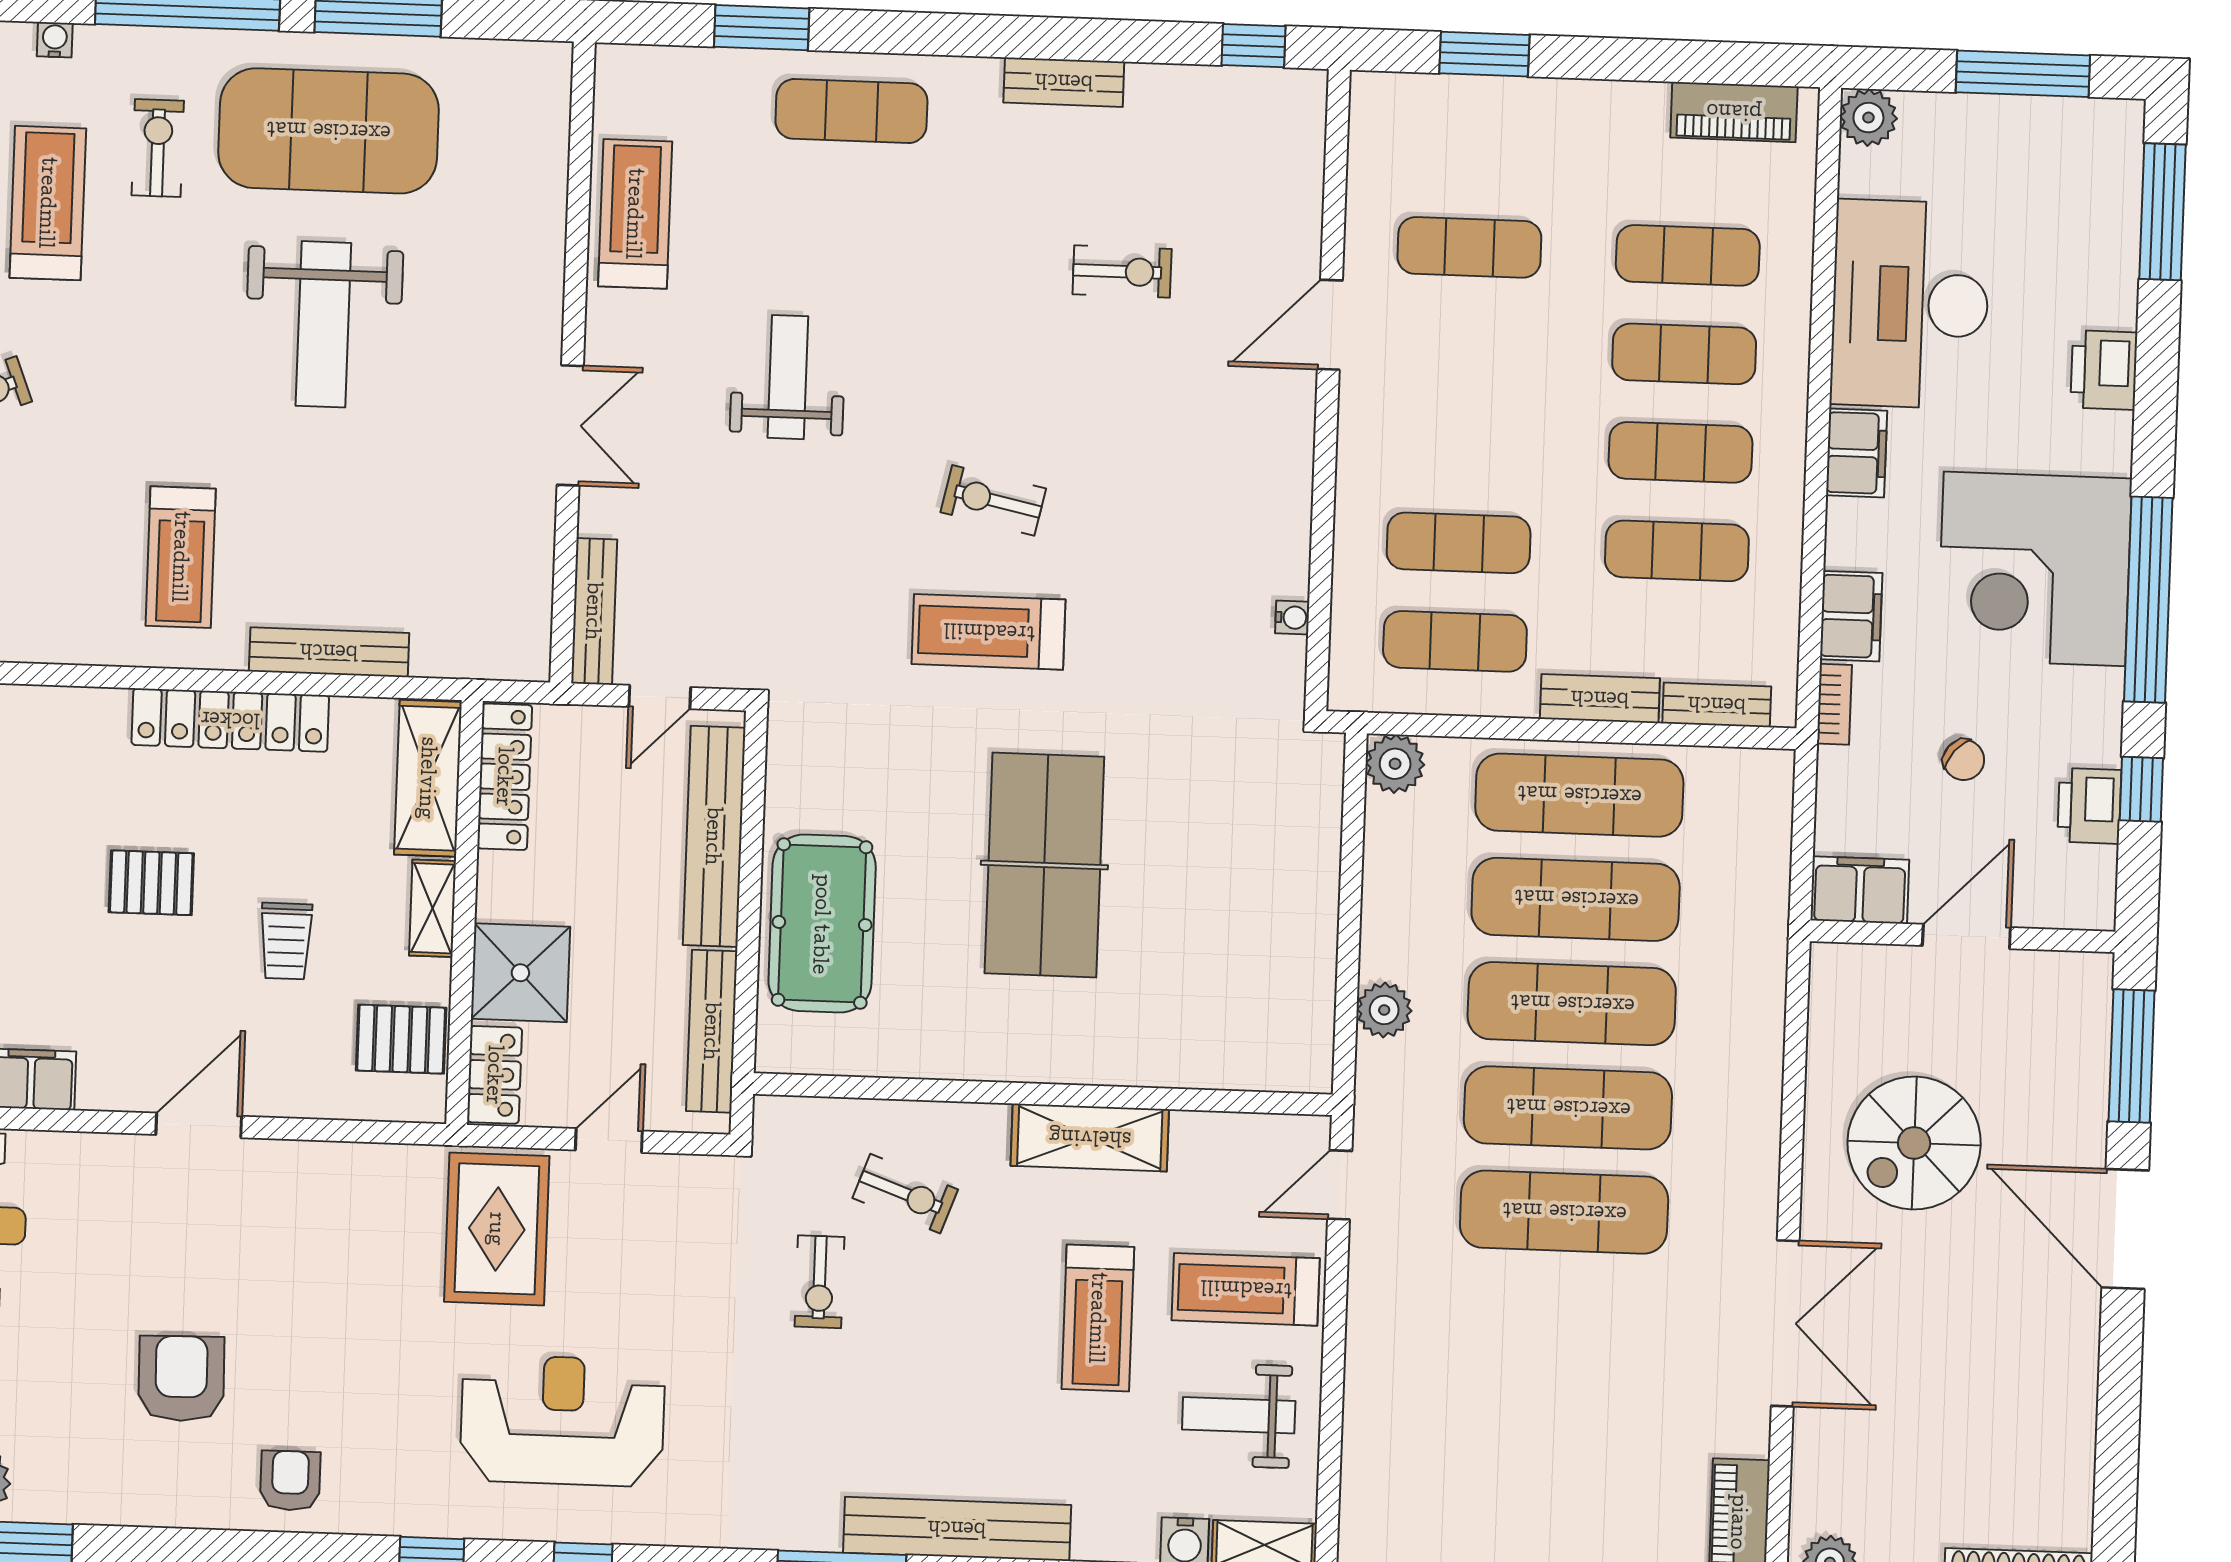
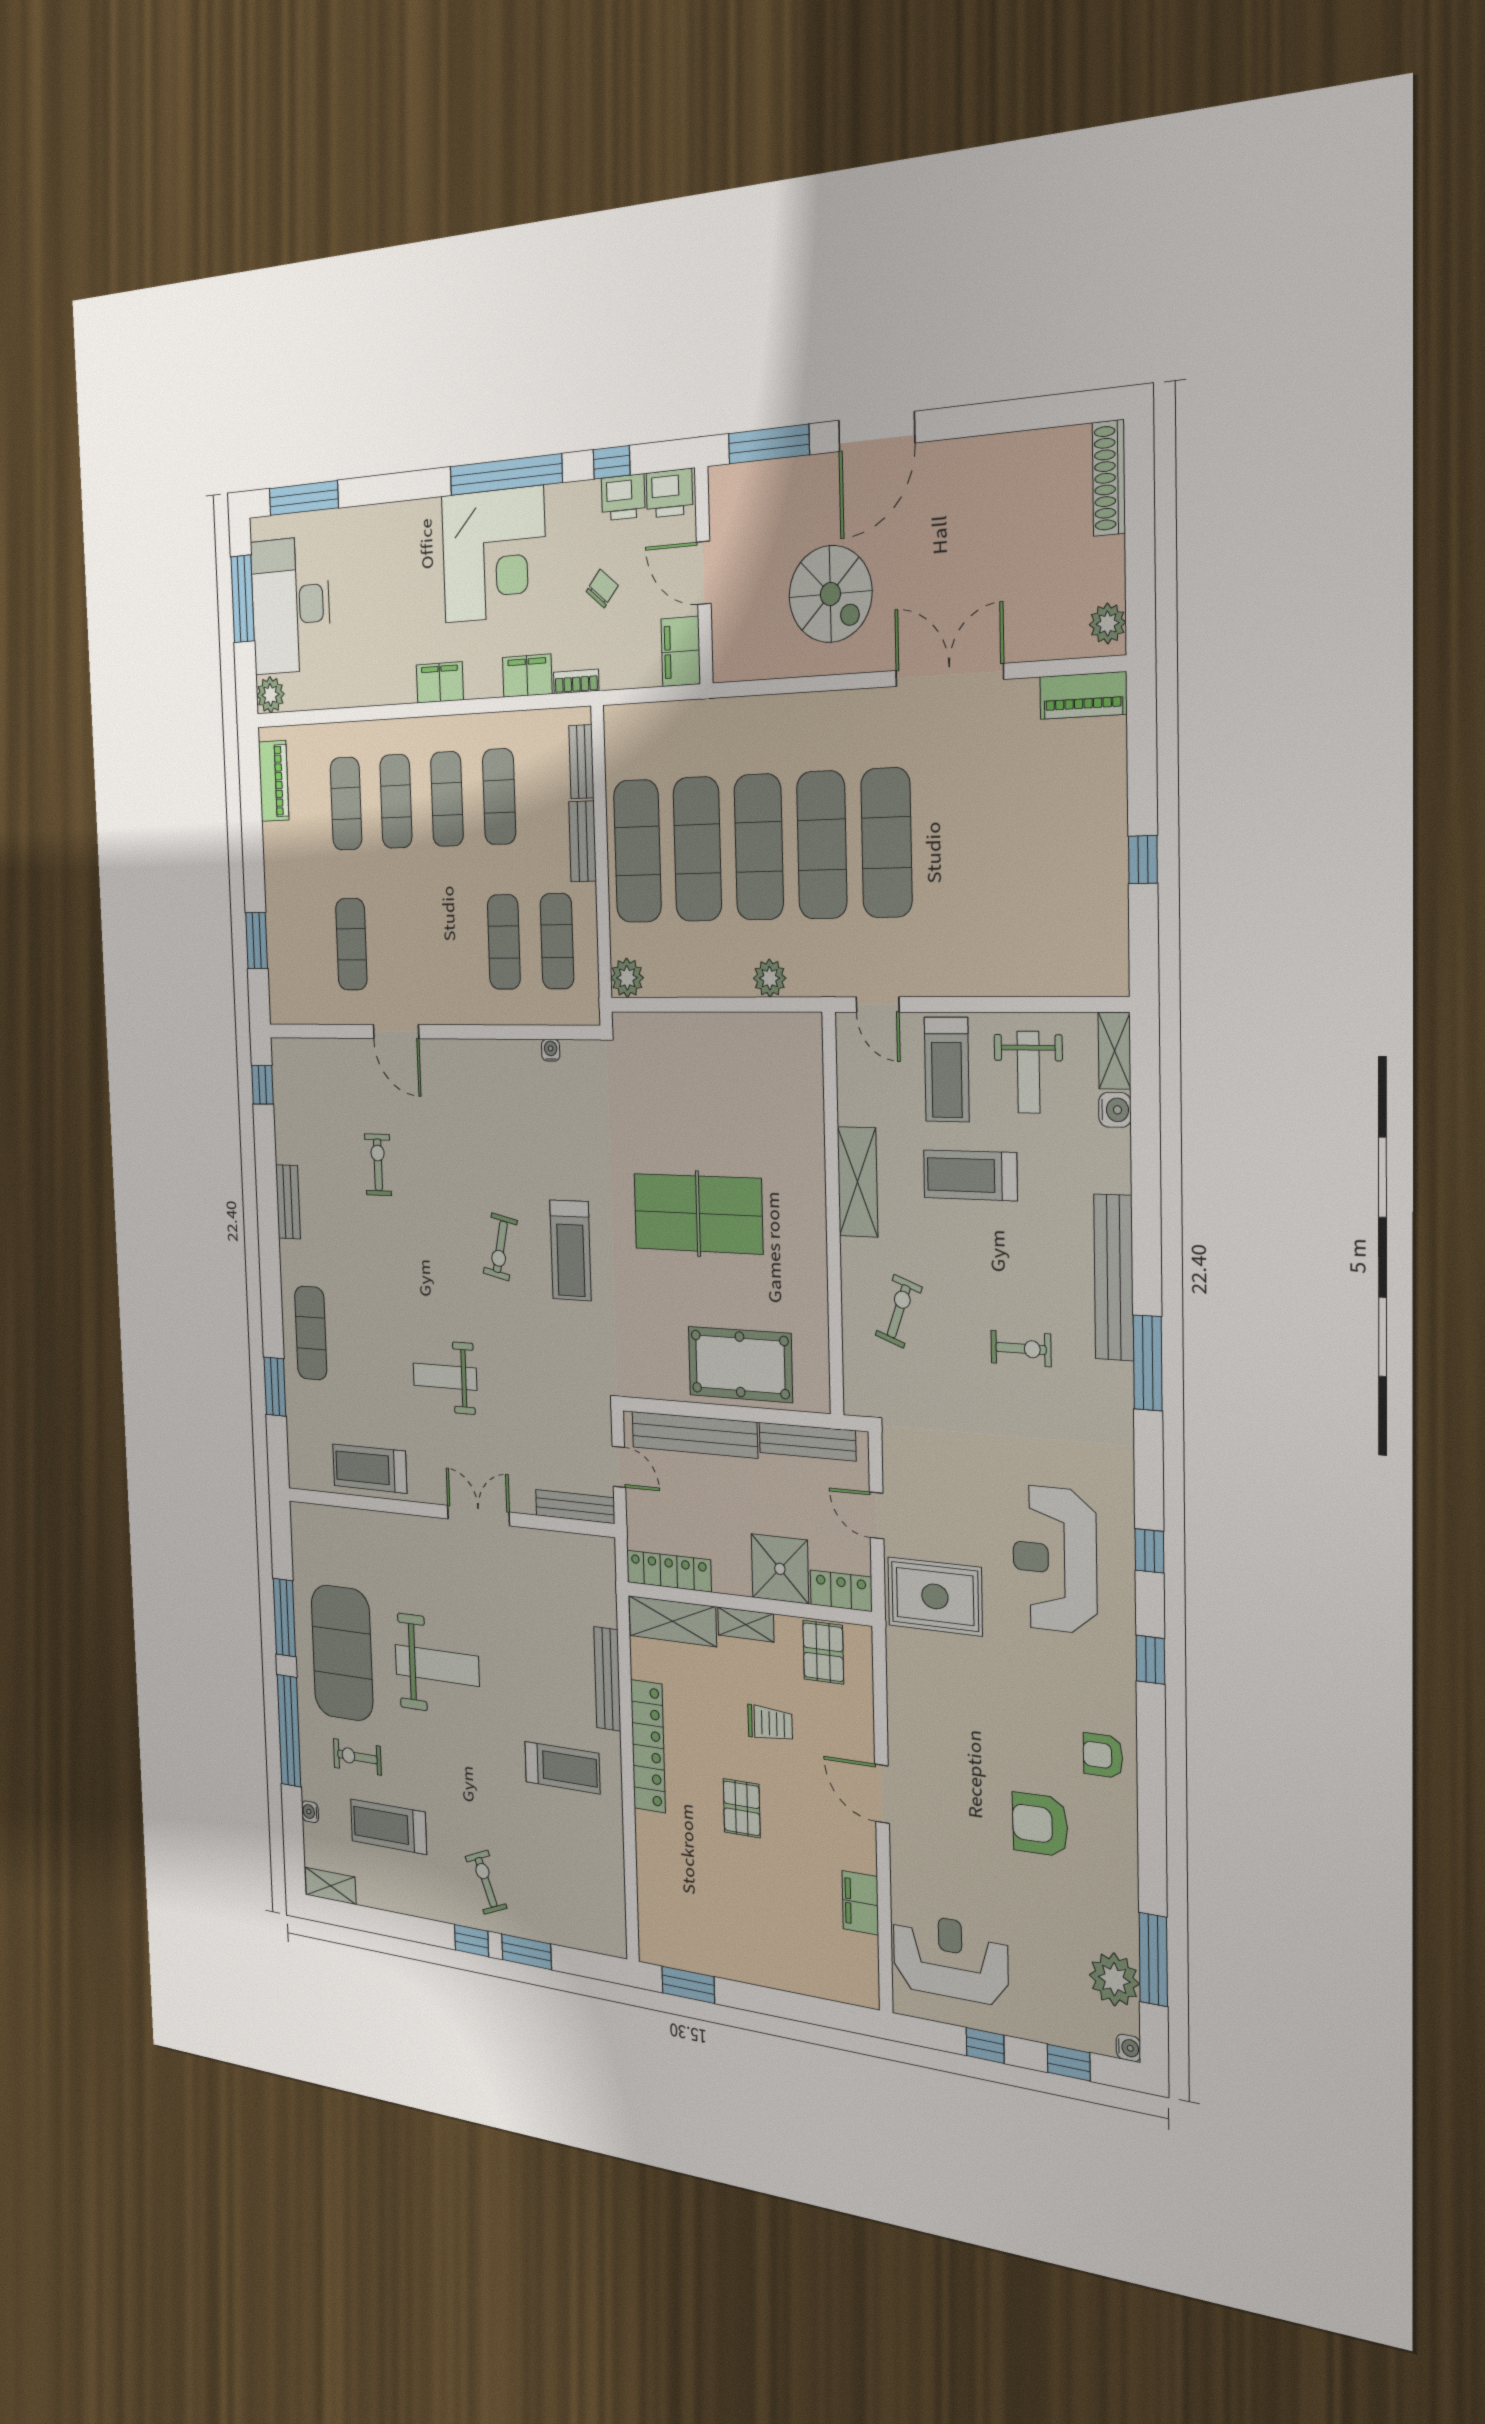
desk: (1910, 304) -> (291, 605), moved, turned 90
printer: (2104, 370) -> (669, 493), moved
exercise bike: (819, 1282) -> (1021, 1349), moved
treadmill: (1098, 1318) -> (970, 1175), turned 180

